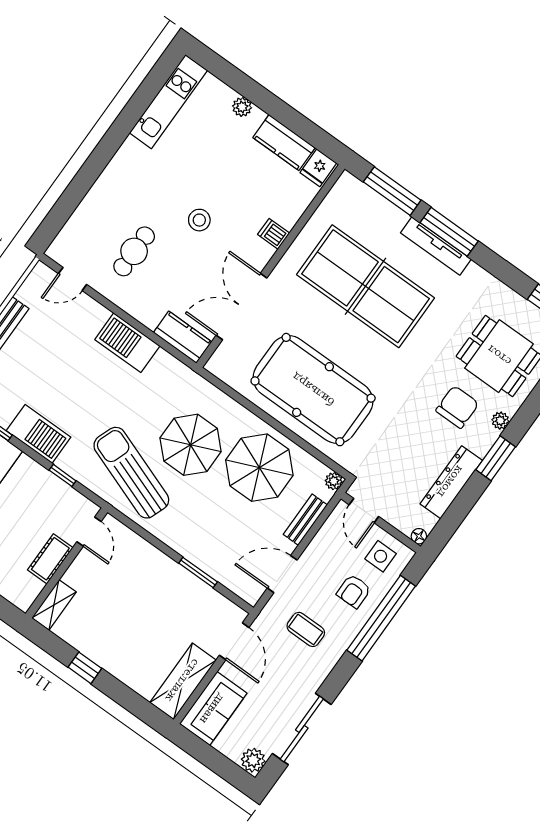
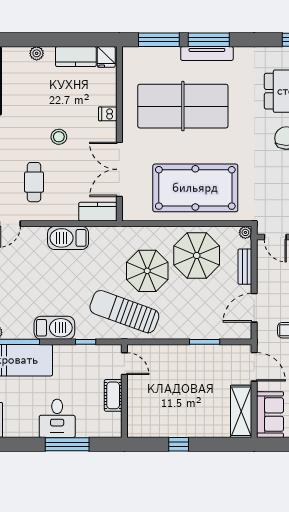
shelving: (54, 605) -> (134, 421), removed

